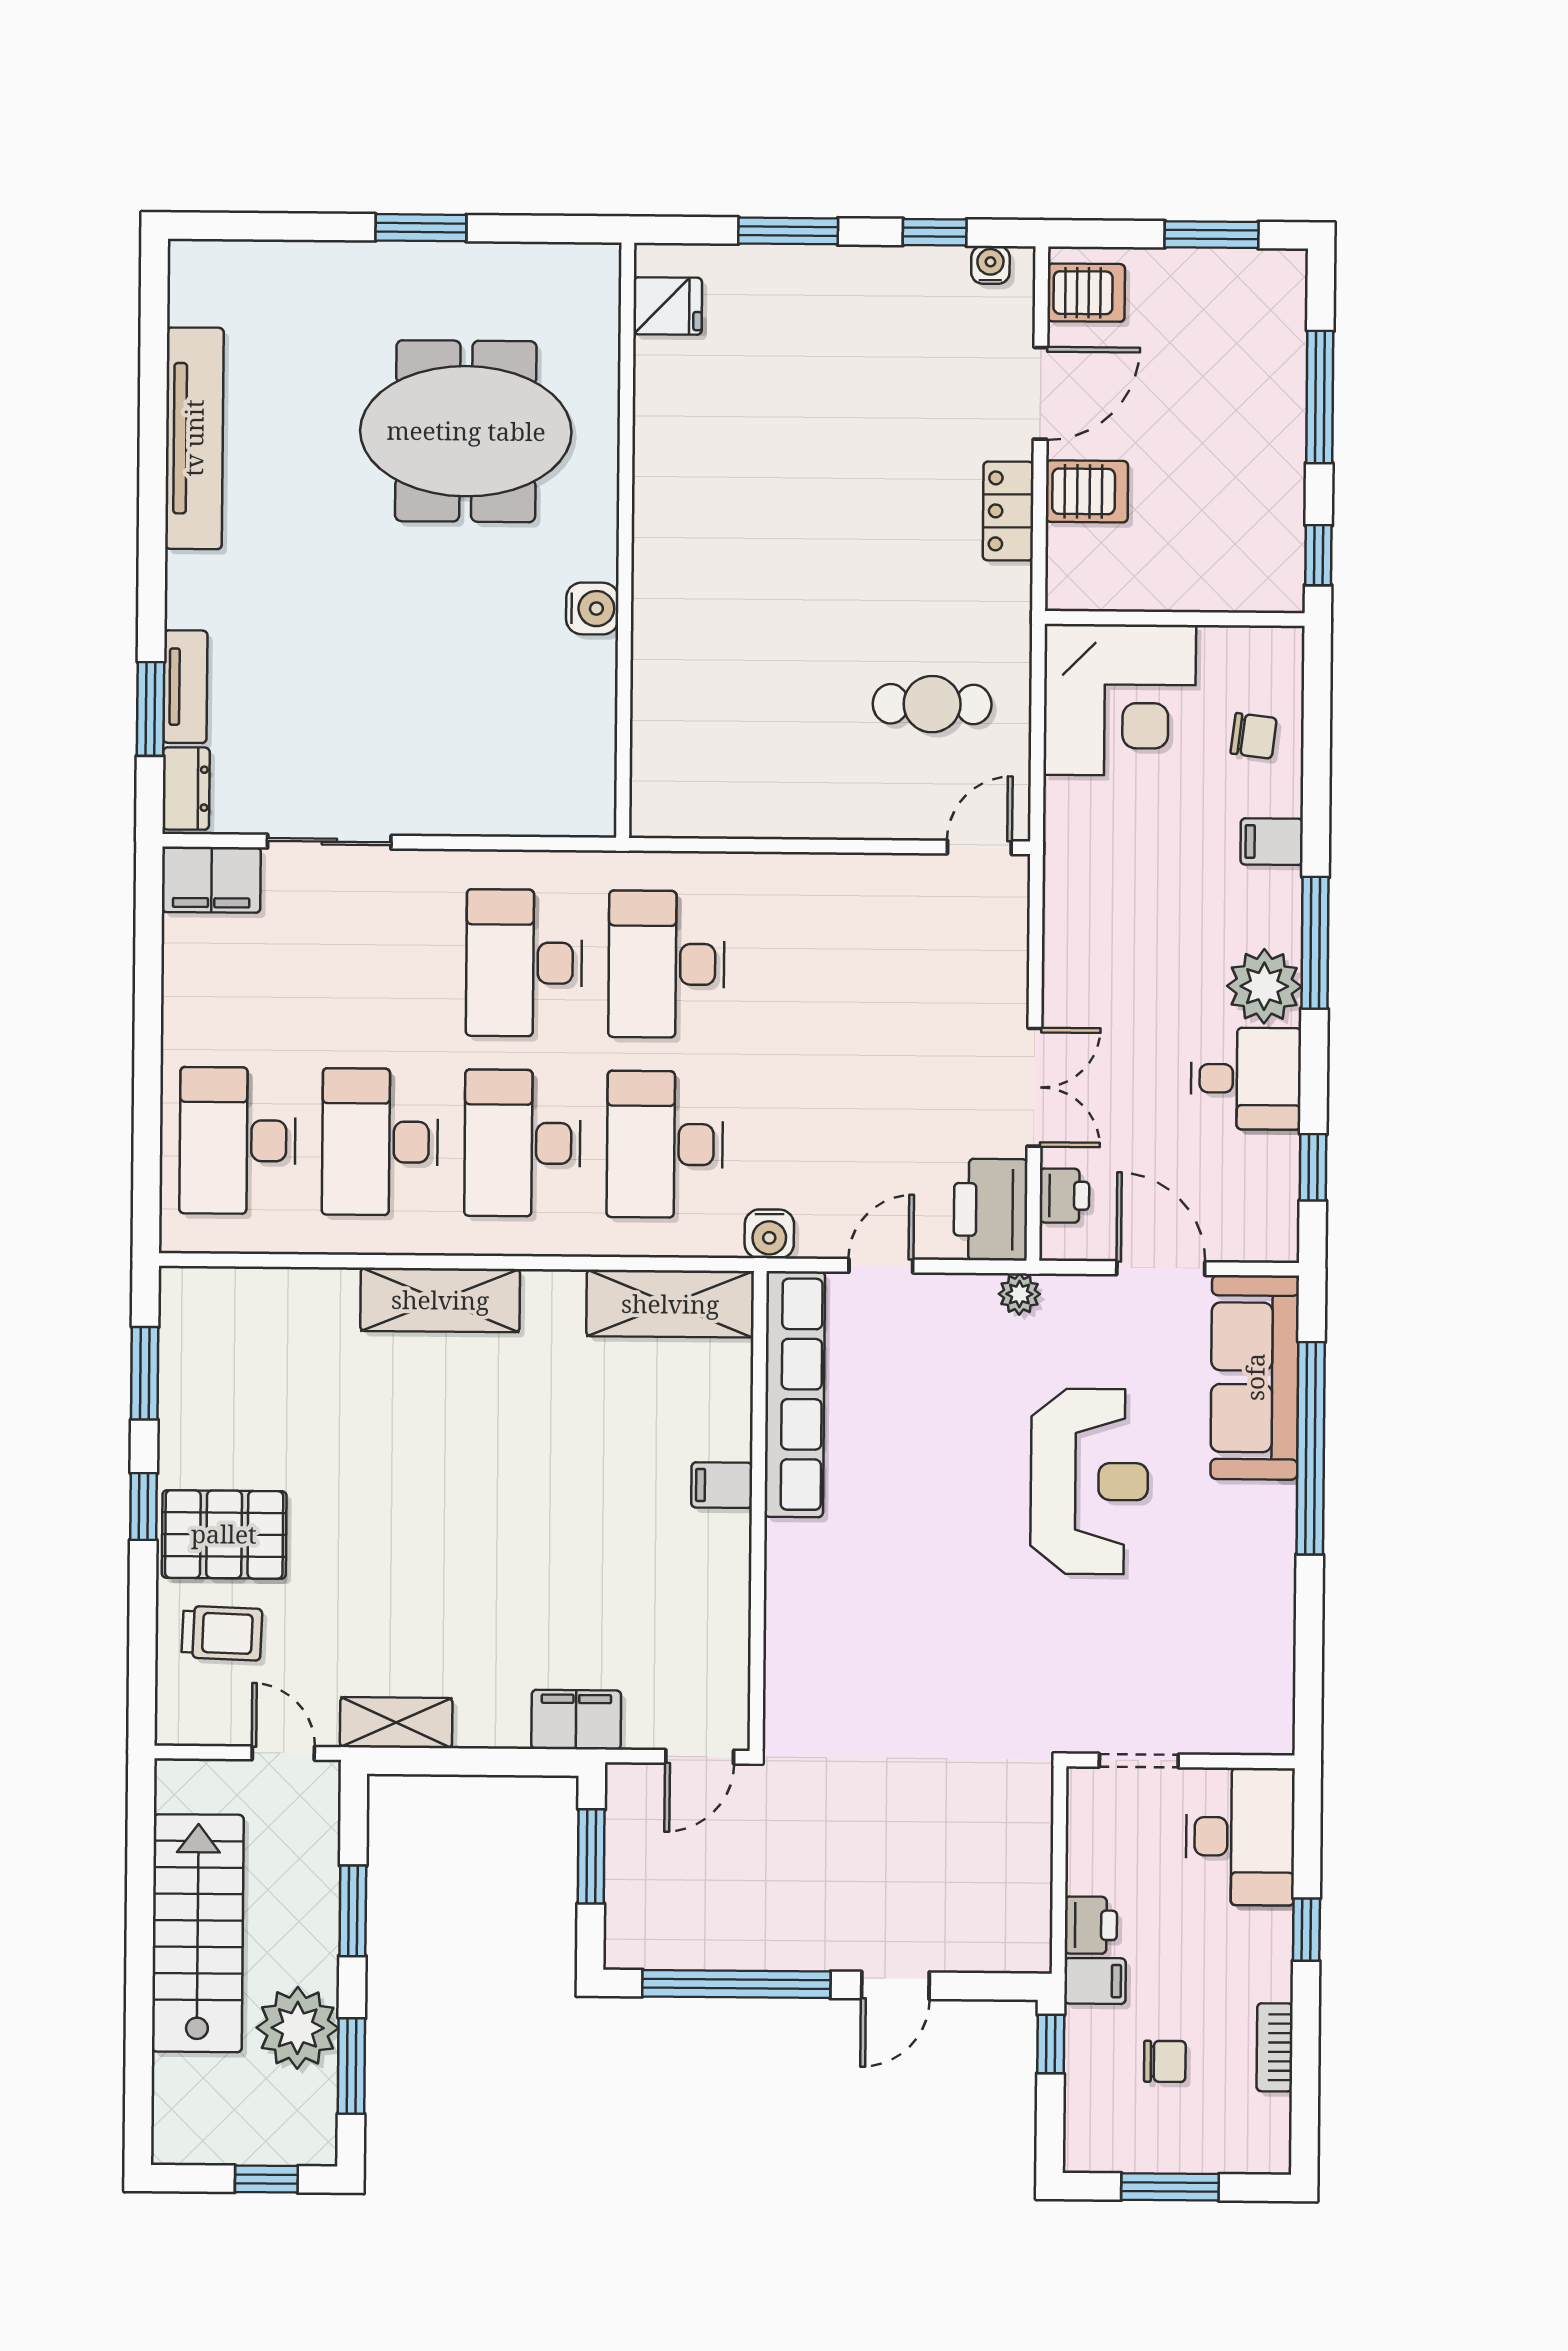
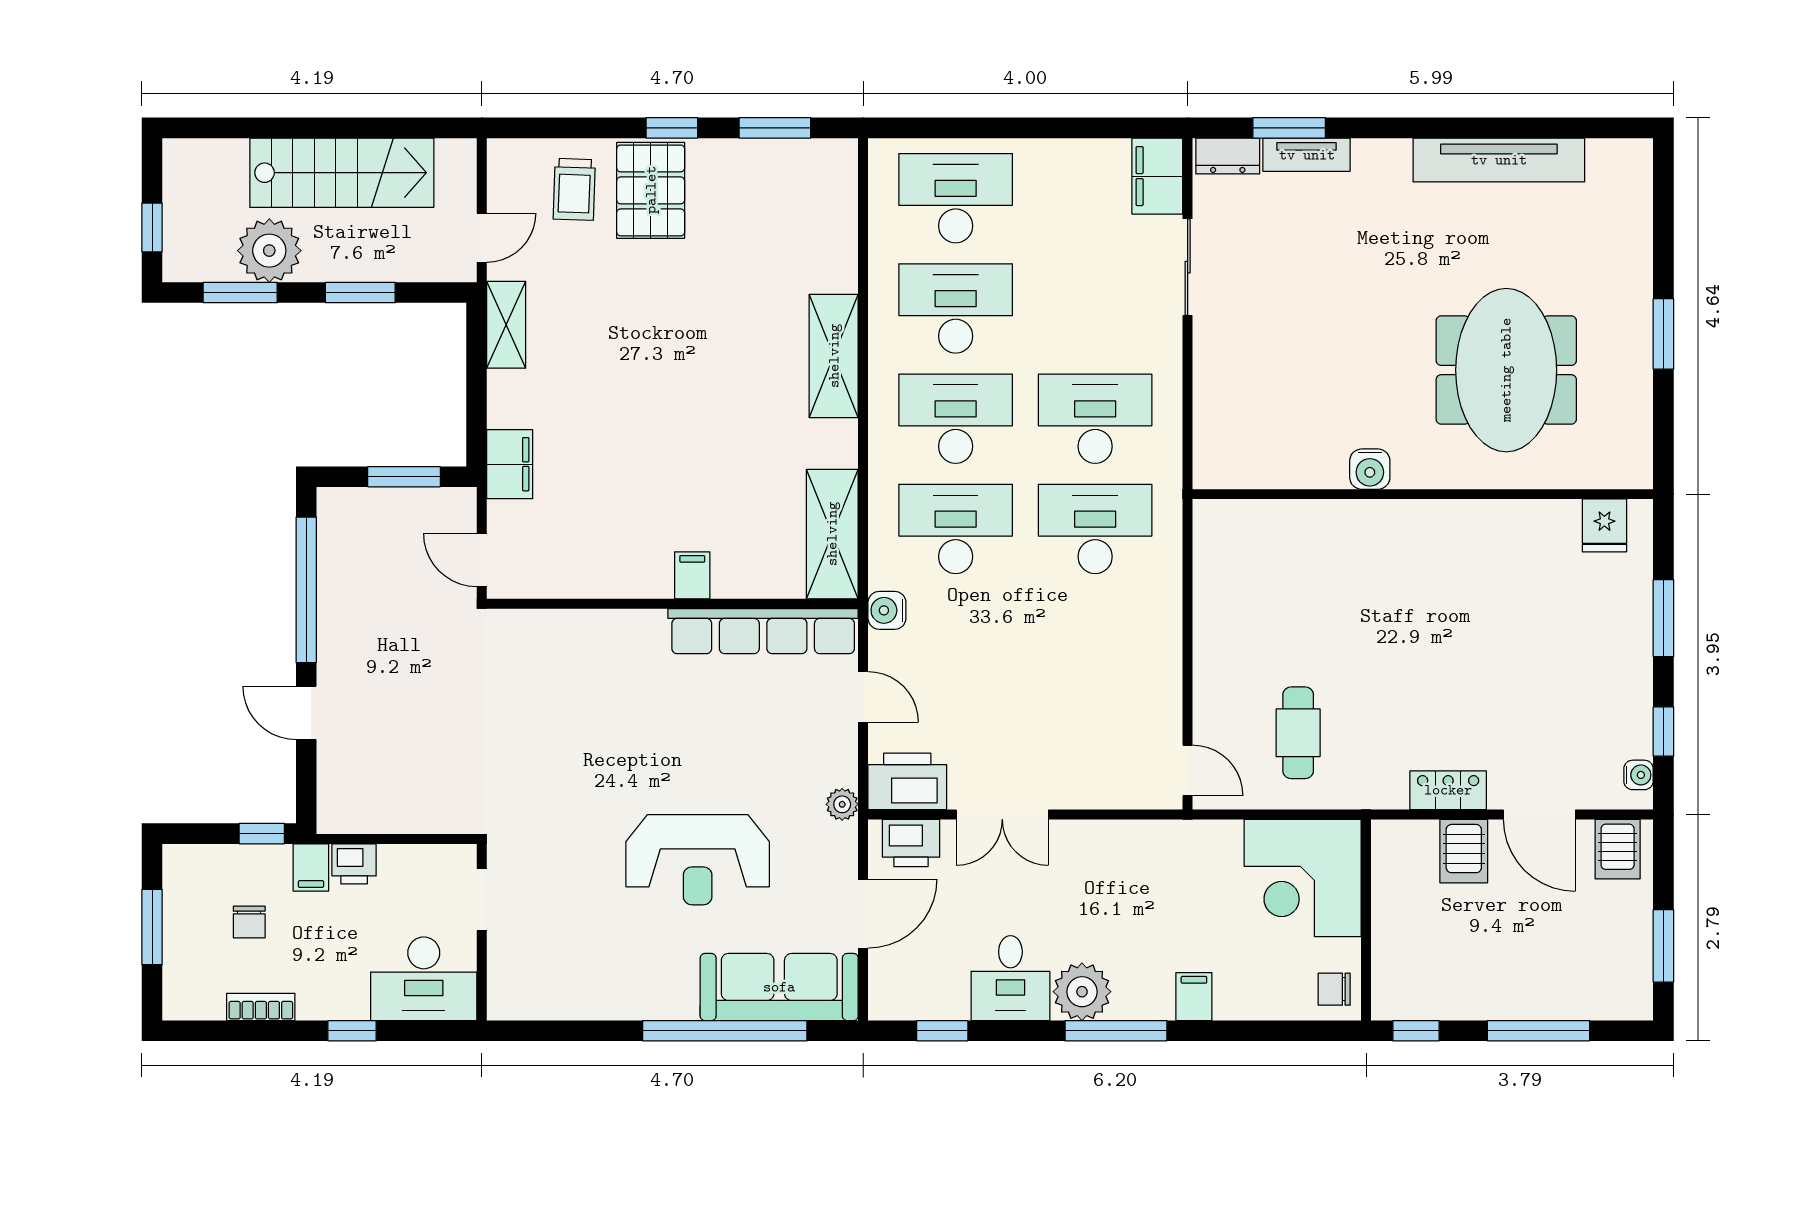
chair: (1254, 736) -> (1334, 989), moved, turned 83
printer: (1064, 1196) -> (911, 843), width x1.36, depth x1.24

